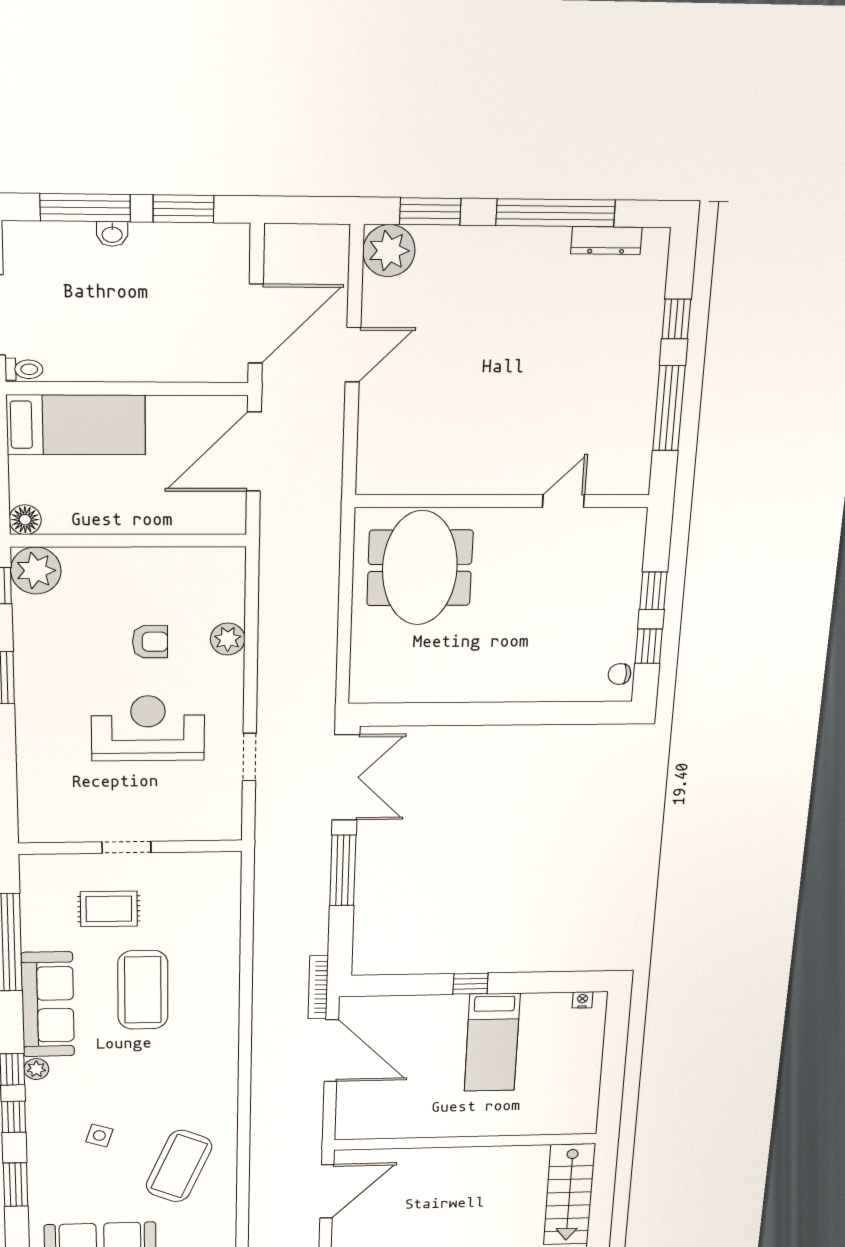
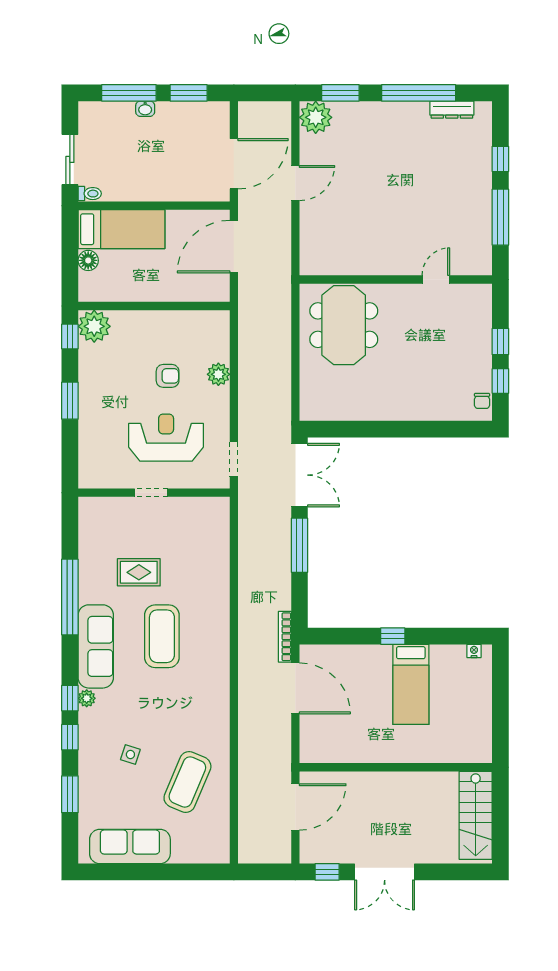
floor lamp: (25, 520) -> (88, 260), moved
chair: (619, 674) -> (482, 401), turned -90
doorway: (127, 847) -> (151, 493), moved
wall: (131, 847) -> (154, 493), moved

